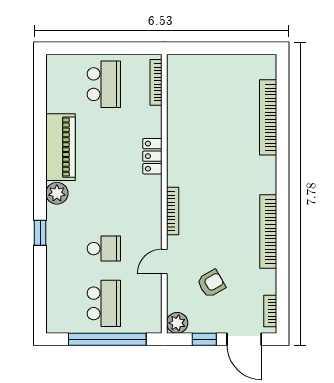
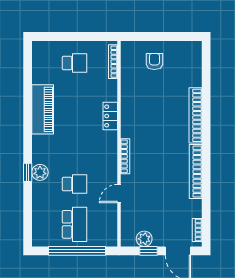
school desk: (104, 84) -> (75, 63), width x0.54
bookcase: (268, 117) -> (195, 115), moved
plant: (57, 193) -> (40, 172), moved
armchair: (211, 283) -> (154, 61), moved, turned -60
plant: (177, 323) -> (144, 239), moved

